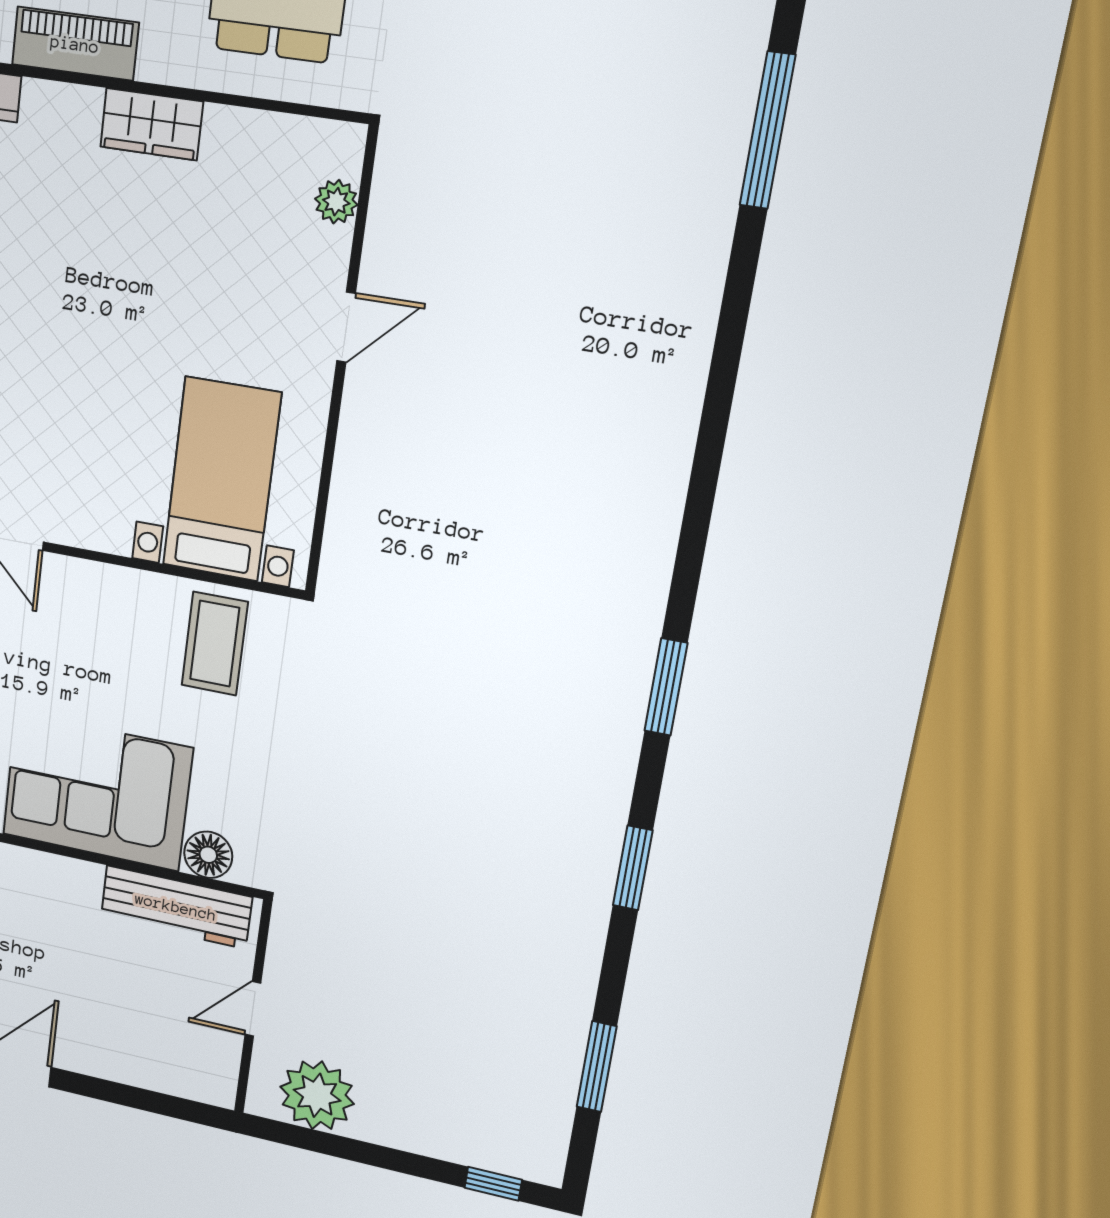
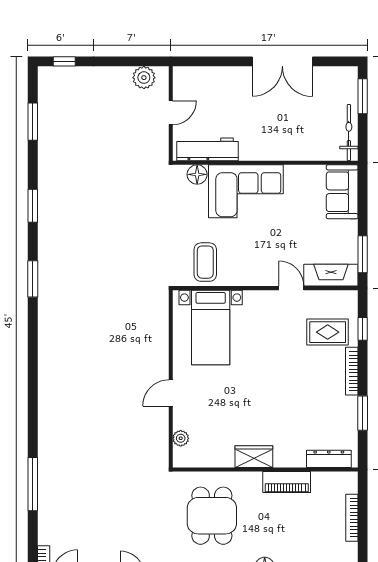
plant: (317, 1095) -> (144, 78), width x0.73, depth x0.73

